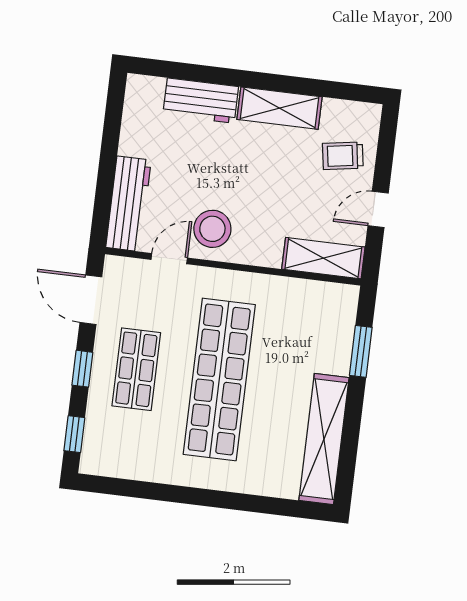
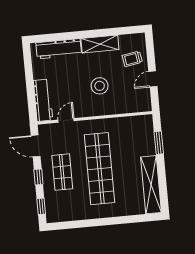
workbench: (201, 101) -> (59, 49), width x1.38
stool: (212, 229) -> (100, 86), moved
shelving: (323, 258) -> (133, 105), removed

